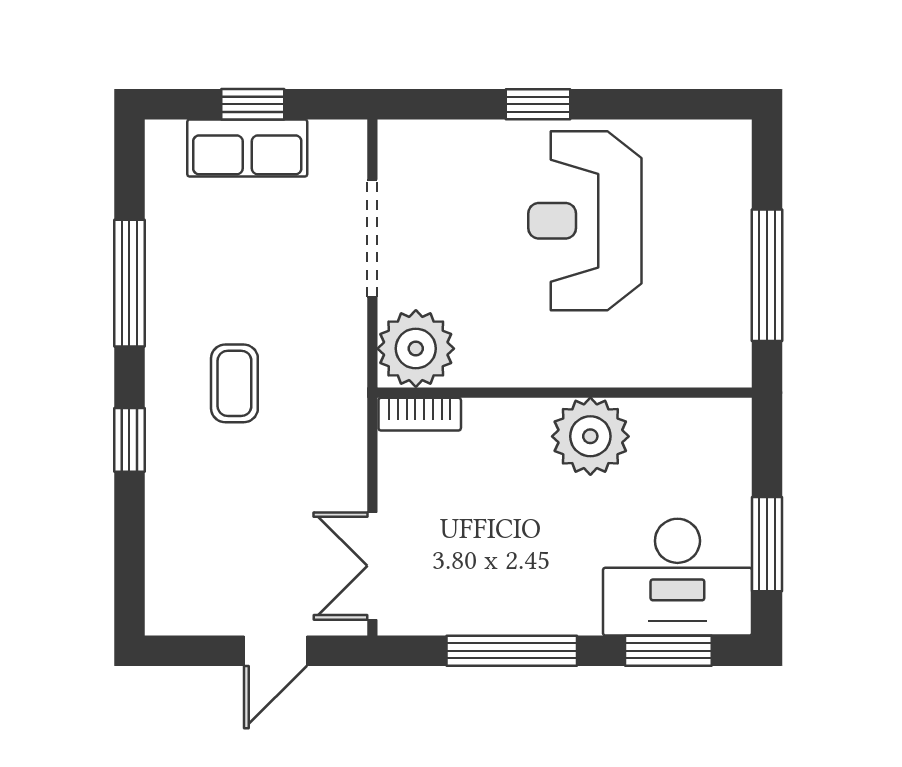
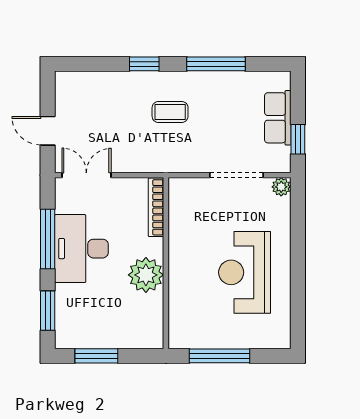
window: (253, 104) -> (298, 139), moved
window: (538, 104) -> (298, 251), removed
reception desk: (585, 221) -> (245, 272), turned -90
plant: (416, 349) -> (281, 187), moved, width x0.53, depth x0.53
bookcase: (420, 414) -> (156, 207), width x1.56
desk: (677, 577) -> (81, 249), moved

